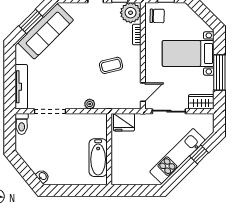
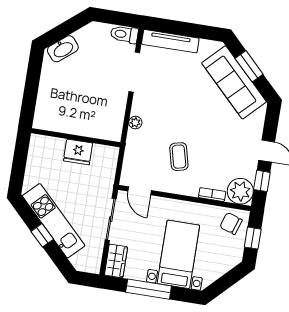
chair: (157, 16) -> (231, 223), turned 107
fridge: (124, 122) -> (78, 152), moved, turned -90
window: (199, 154) -> (42, 235), moved
bathtub: (98, 158) -> (67, 122), removed
washbasin: (43, 176) -> (63, 49), width x1.91, depth x1.45

